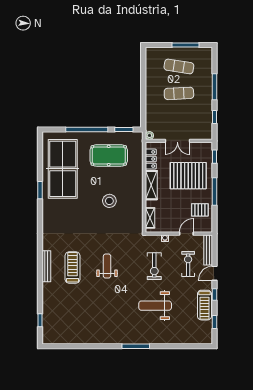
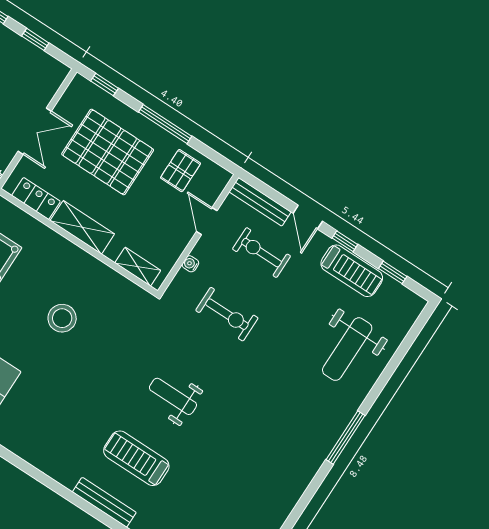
pallet: (188, 176) -> (108, 152), turned 90
weight bench: (155, 306) -> (347, 349), moved

